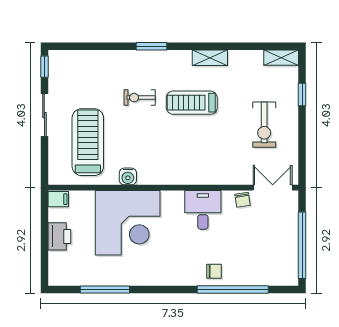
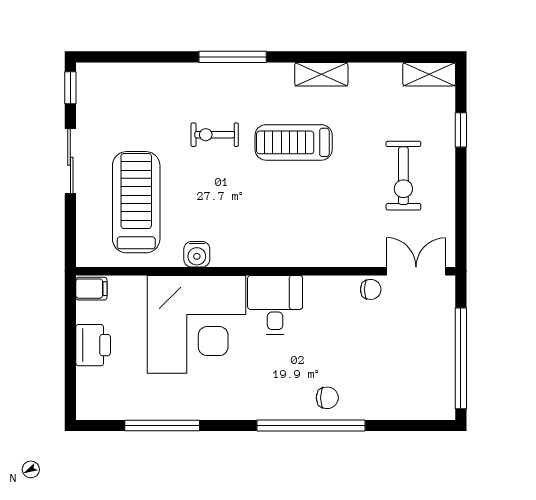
window: (152, 46) -> (233, 57), width x1.44
chair: (243, 200) -> (371, 289), turned -81
desk: (203, 210) -> (275, 305), moved
window: (233, 289) -> (311, 425), moved

